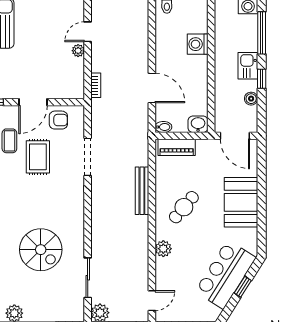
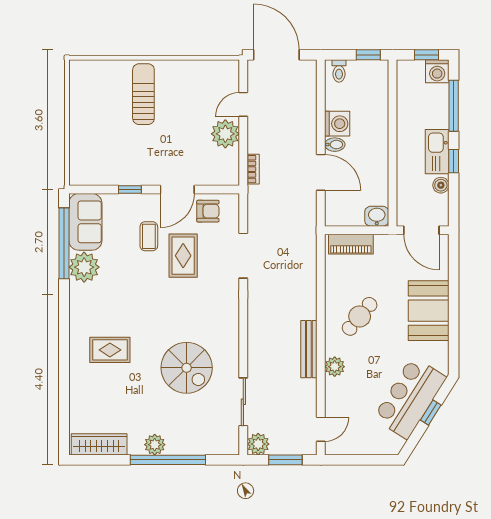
washing machine: (198, 44) -> (337, 124), moved, turned 180
plant: (78, 51) -> (225, 134), width x1.87, depth x1.87
kitchen sink: (248, 66) -> (437, 152), width x1.38
bidet: (163, 127) -> (335, 145), moved
bench: (142, 191) -> (309, 349), moved

